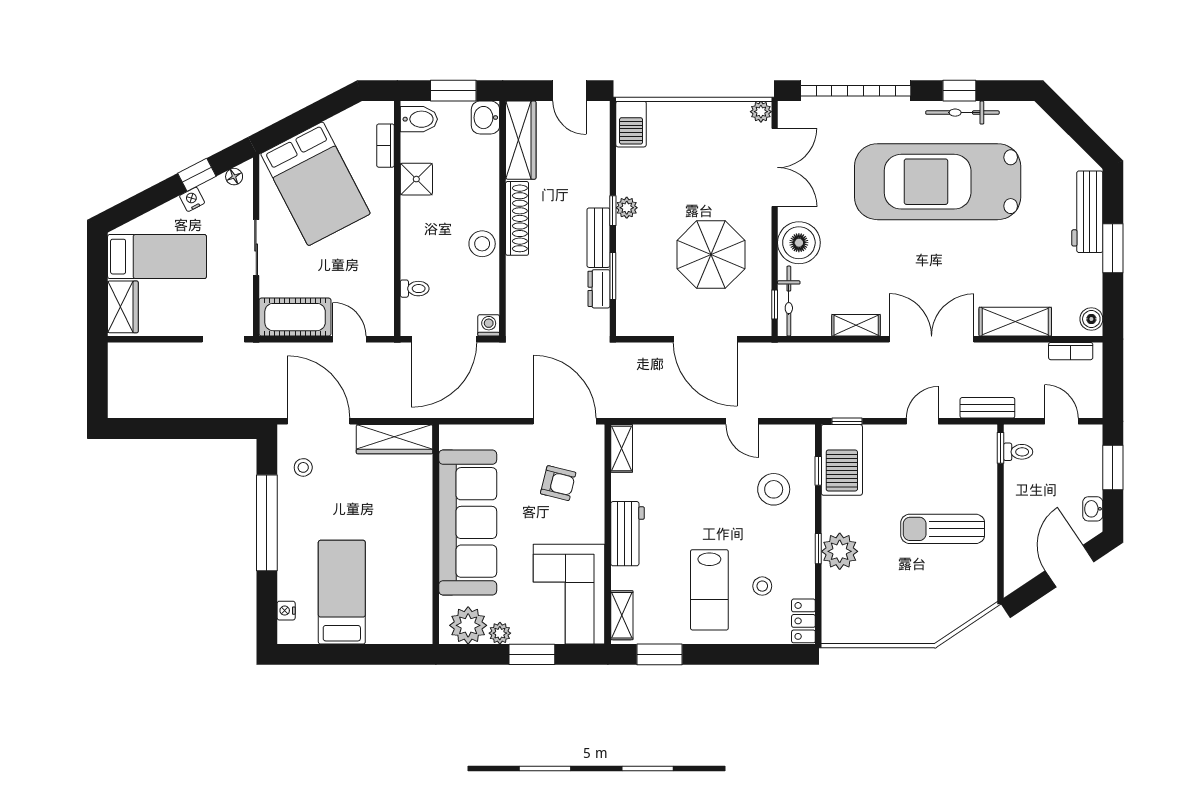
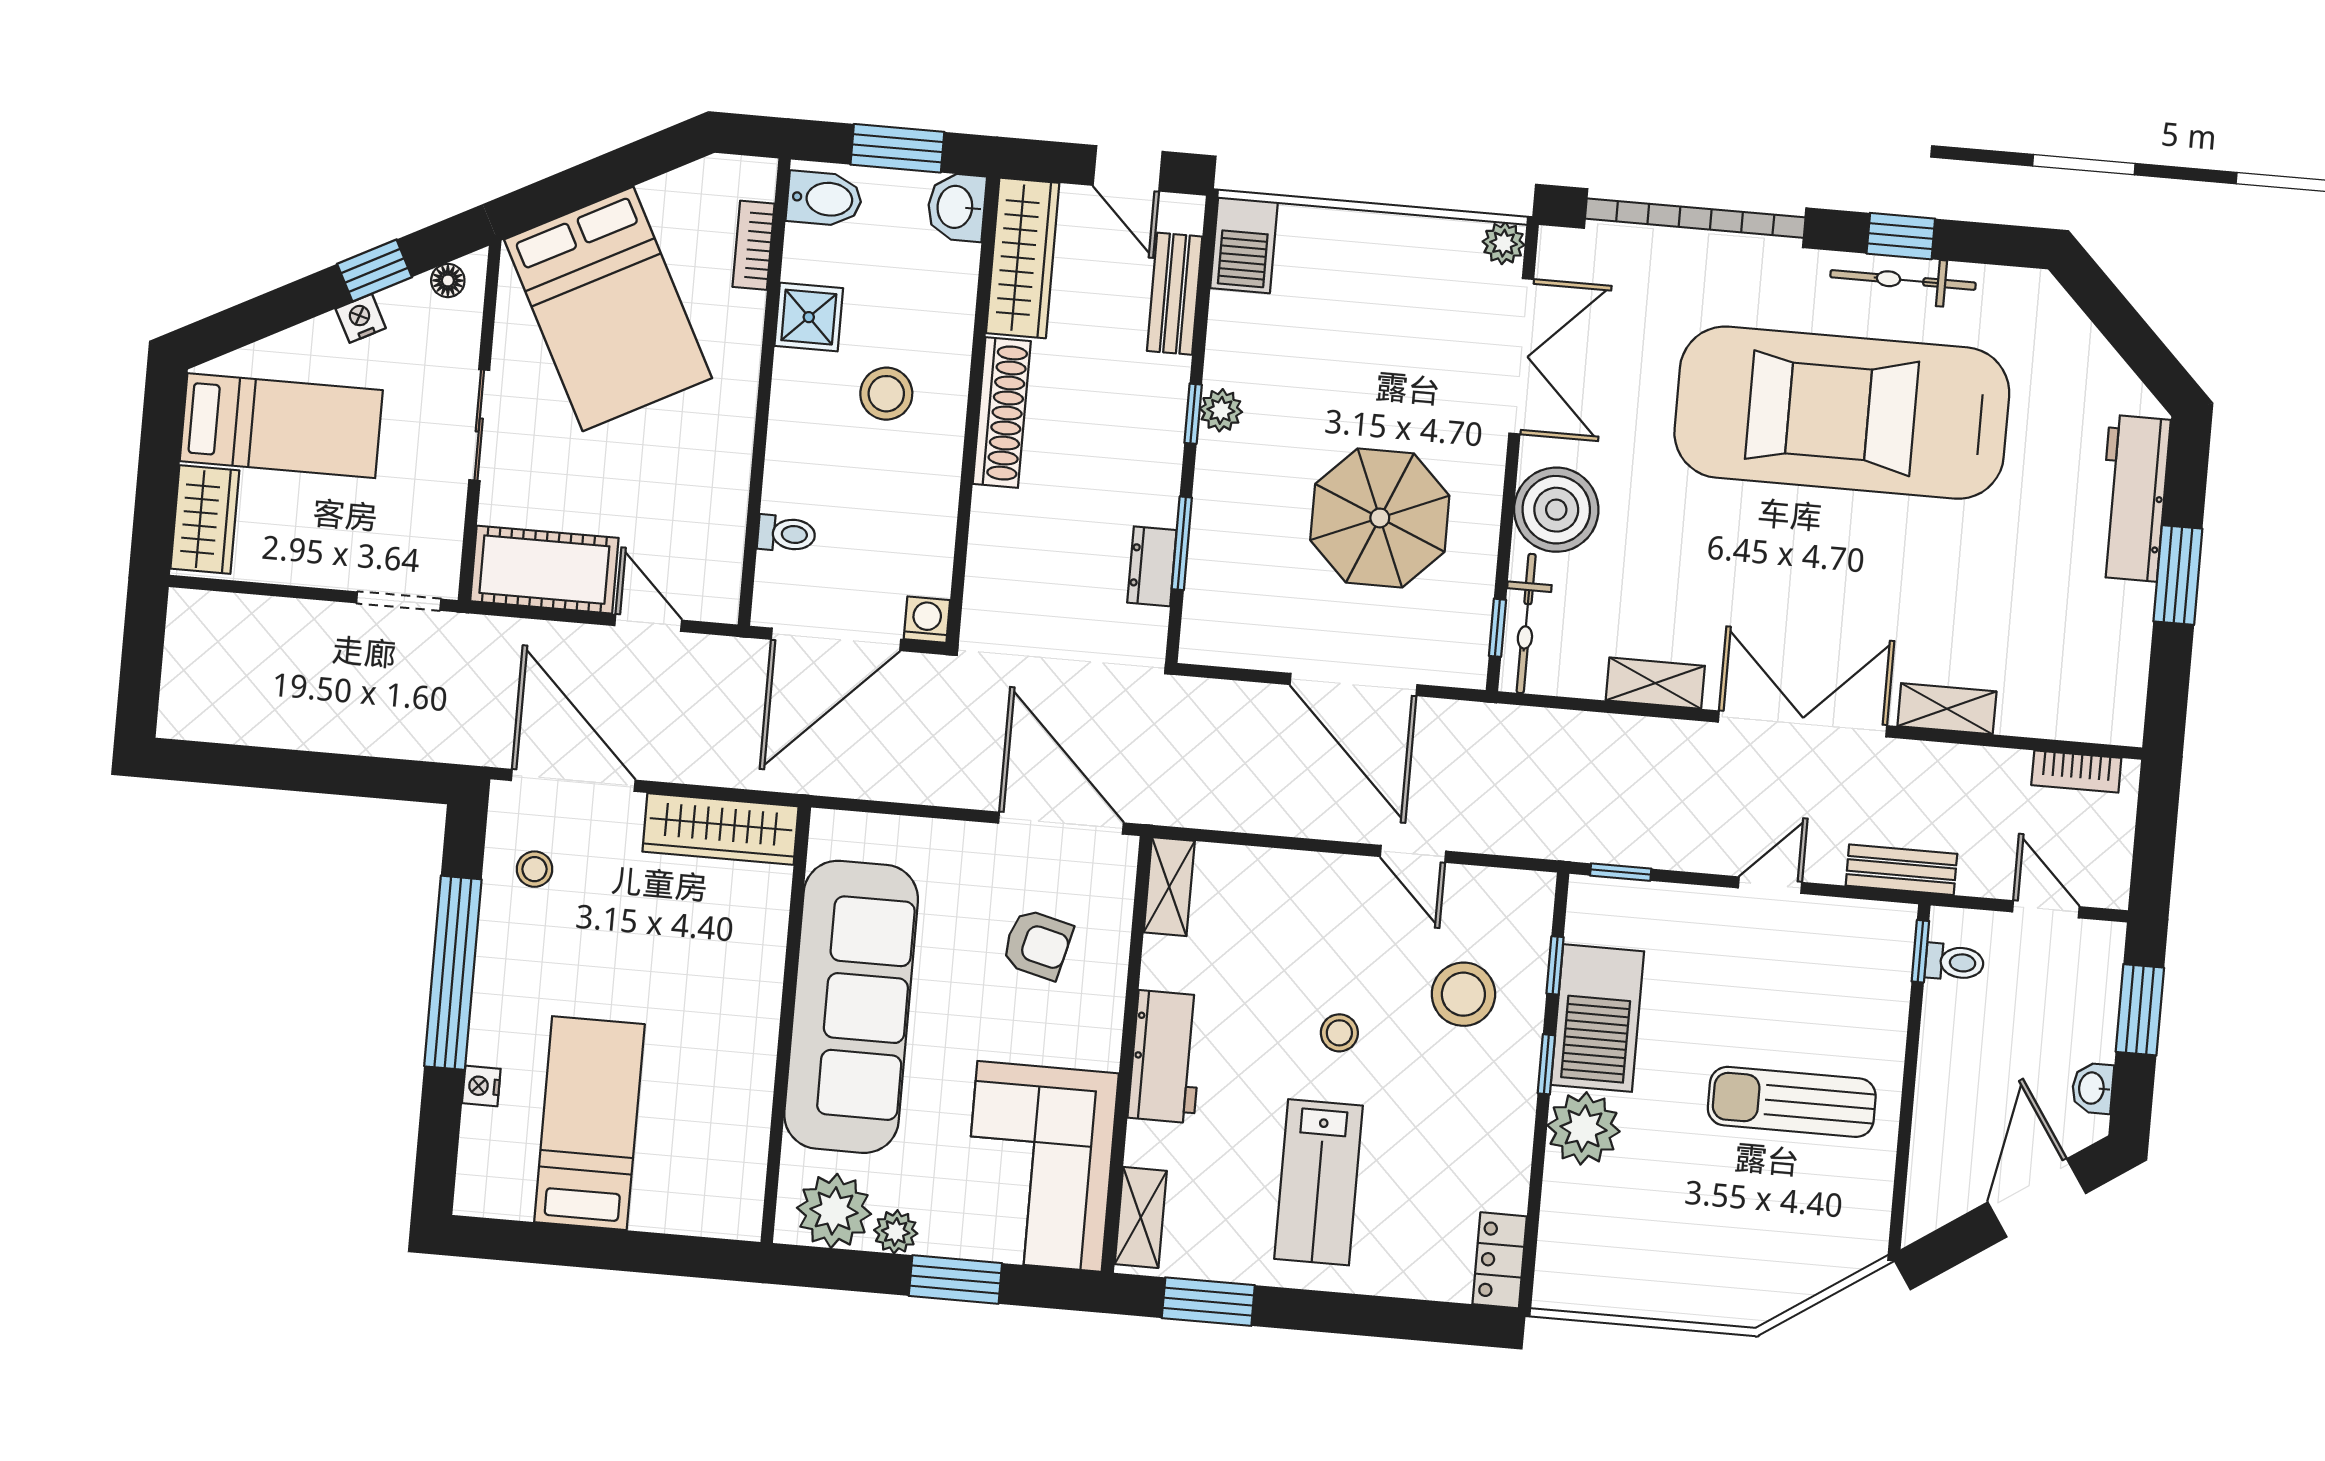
bench: (598, 238) -> (1175, 294), moved
stool: (482, 244) -> (886, 394), moved
boiler: (1091, 319) -> (2123, 712), removed
shelving: (1015, 322) -> (1947, 709), width x0.67, depth x0.75
barbecue: (842, 460) -> (1597, 1018), moved
window: (818, 549) -> (1546, 1064), moved
stool: (762, 586) -> (1339, 1033), moved
nightstand: (286, 611) -> (481, 1086), moved

